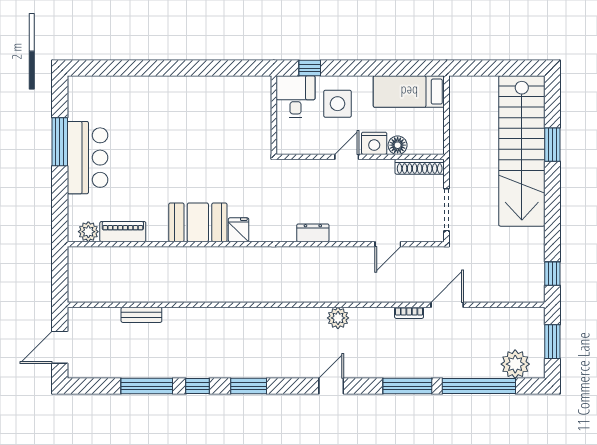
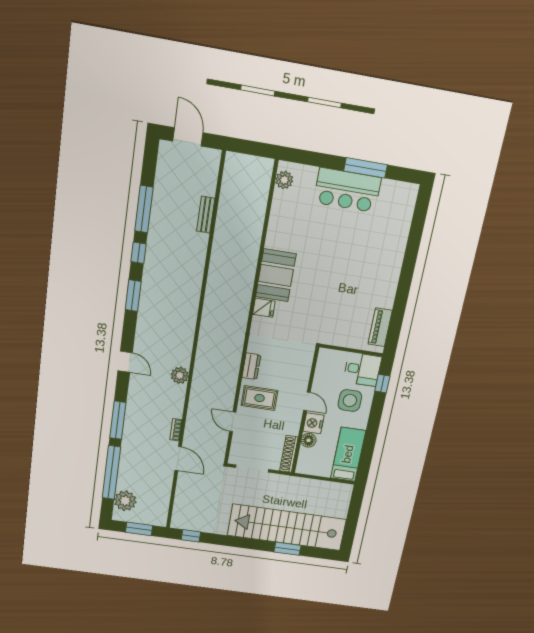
rug: (352, 216) -> (260, 398), added
piano: (123, 232) -> (380, 327), moved, turned 180

